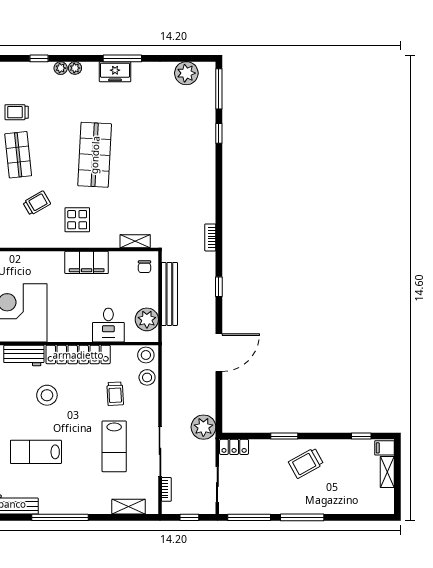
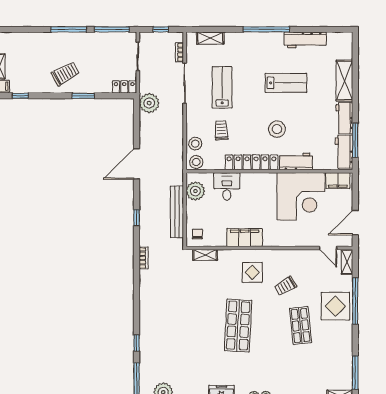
trolley: (17, 112) -> (302, 360), removed

